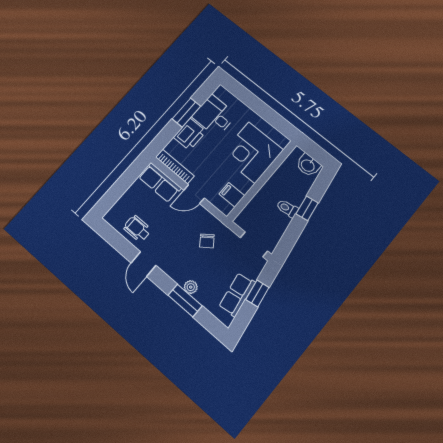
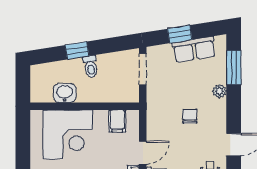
washbasin: (308, 165) -> (65, 93), moved, turned -90
door: (194, 194) -> (143, 153), hinge flipped
chair: (207, 241) -> (190, 116), moved, turned -54
window: (185, 301) -> (234, 68), moved

